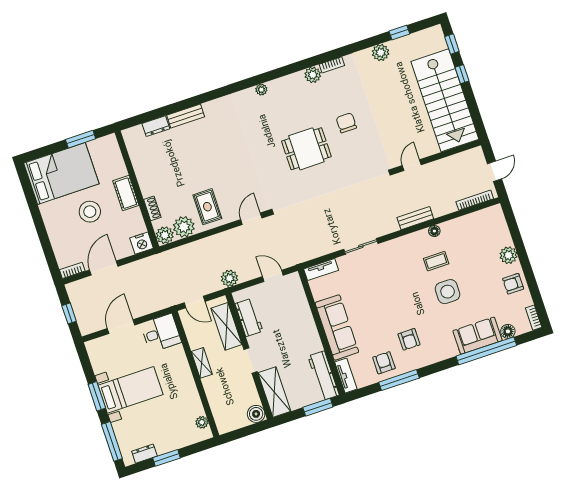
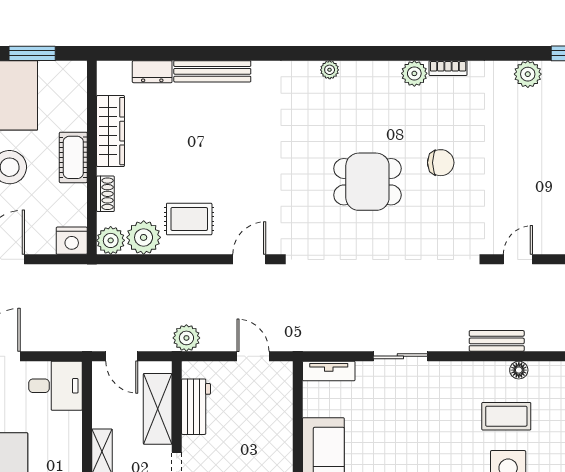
bench: (186, 116) -> (212, 71), width x1.36
chair: (346, 123) -> (441, 163), turned 90
wardrobe: (143, 170) -> (111, 131), added
rug: (207, 207) -> (189, 219), turned 90
coffee table: (436, 261) -> (506, 416), width x1.36, depth x1.30

